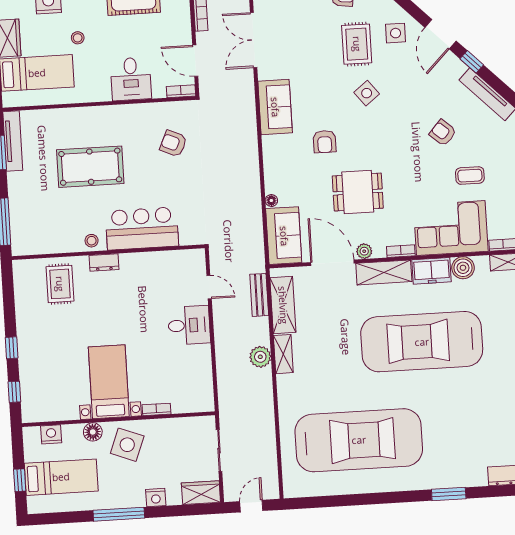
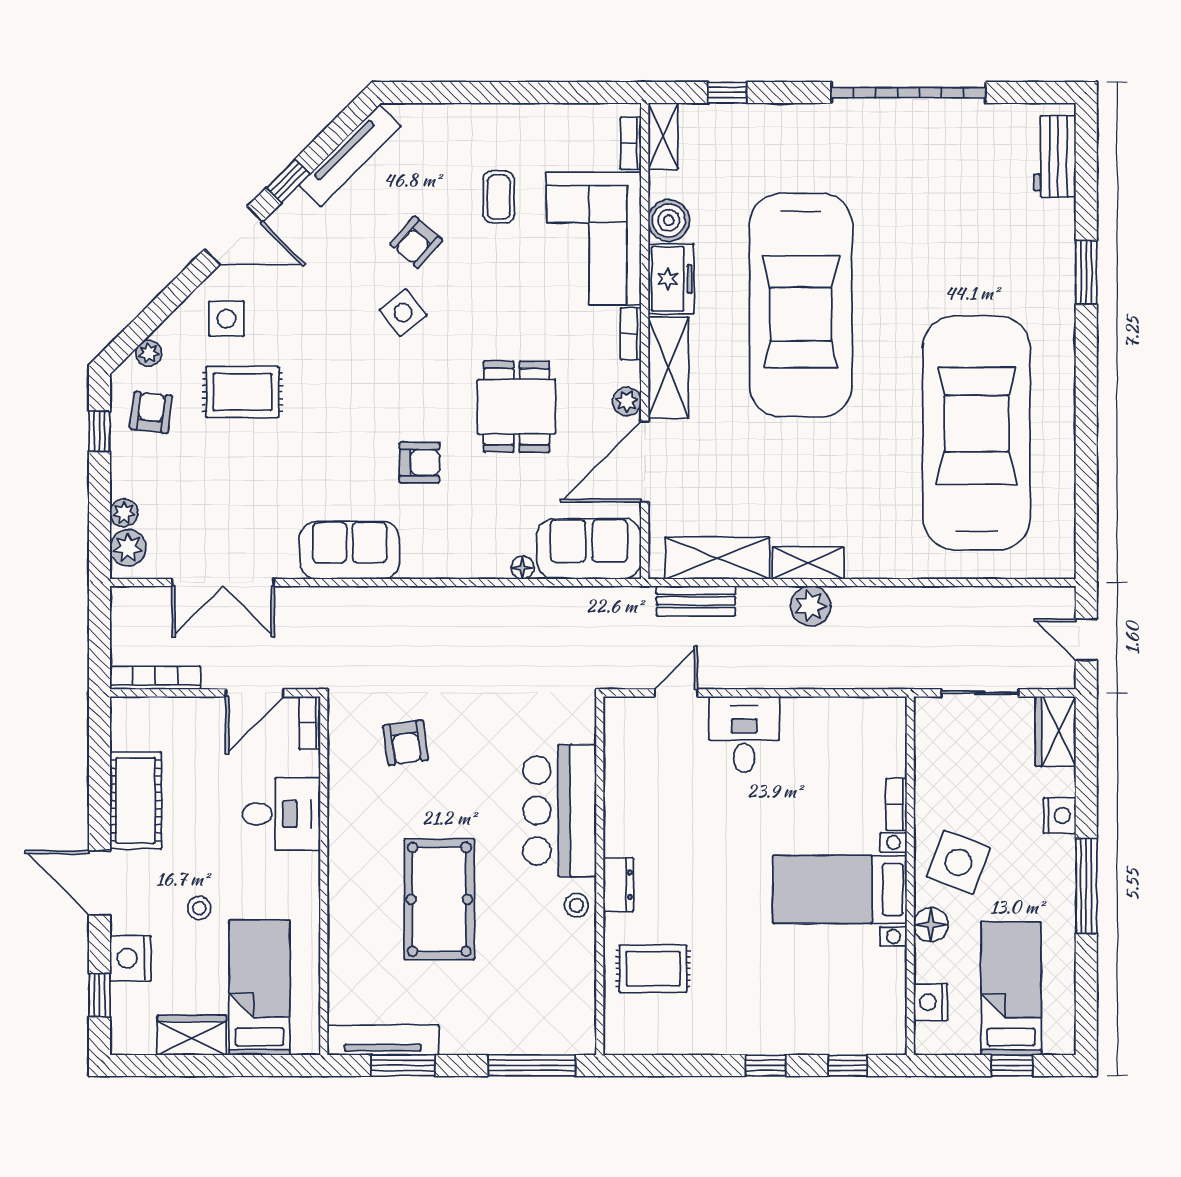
side table: (367, 93) -> (403, 313), moved
armchair: (173, 143) -> (406, 743), turned -32

